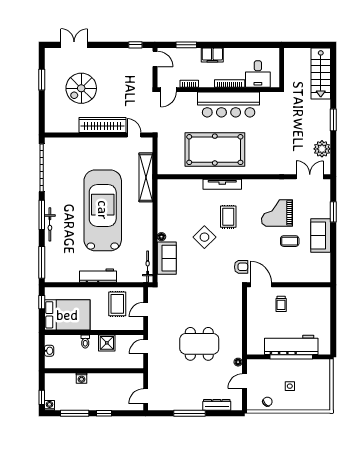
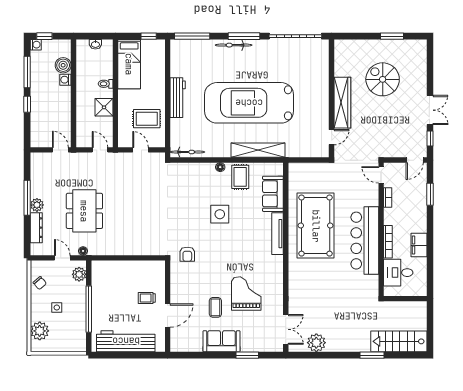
double door: (74, 45) -> (430, 110), moved
filing cabinet: (212, 55) -> (419, 245), moved
window: (333, 120) -> (372, 355), moved
shelving: (146, 177) -> (258, 150), moved
car: (103, 210) -> (249, 103), turned 180
rug: (228, 217) -> (240, 177), moved, turned 90
side table: (204, 237) -> (220, 214), turned 45
sofa: (167, 258) -> (273, 194), moved, turned 90
door: (261, 285) -> (168, 316), moved
bed: (67, 315) -> (129, 64), width x0.67
dining table: (199, 344) -> (84, 211), moved
workbench: (291, 345) -> (126, 341), moved, turned -90
plant: (259, 366) -> (79, 274), added
boiler: (68, 380) -> (63, 65), added
door: (146, 396) -> (60, 150), moved
plant: (311, 402) -> (40, 331), added
plant: (196, 404) -> (37, 205), added

